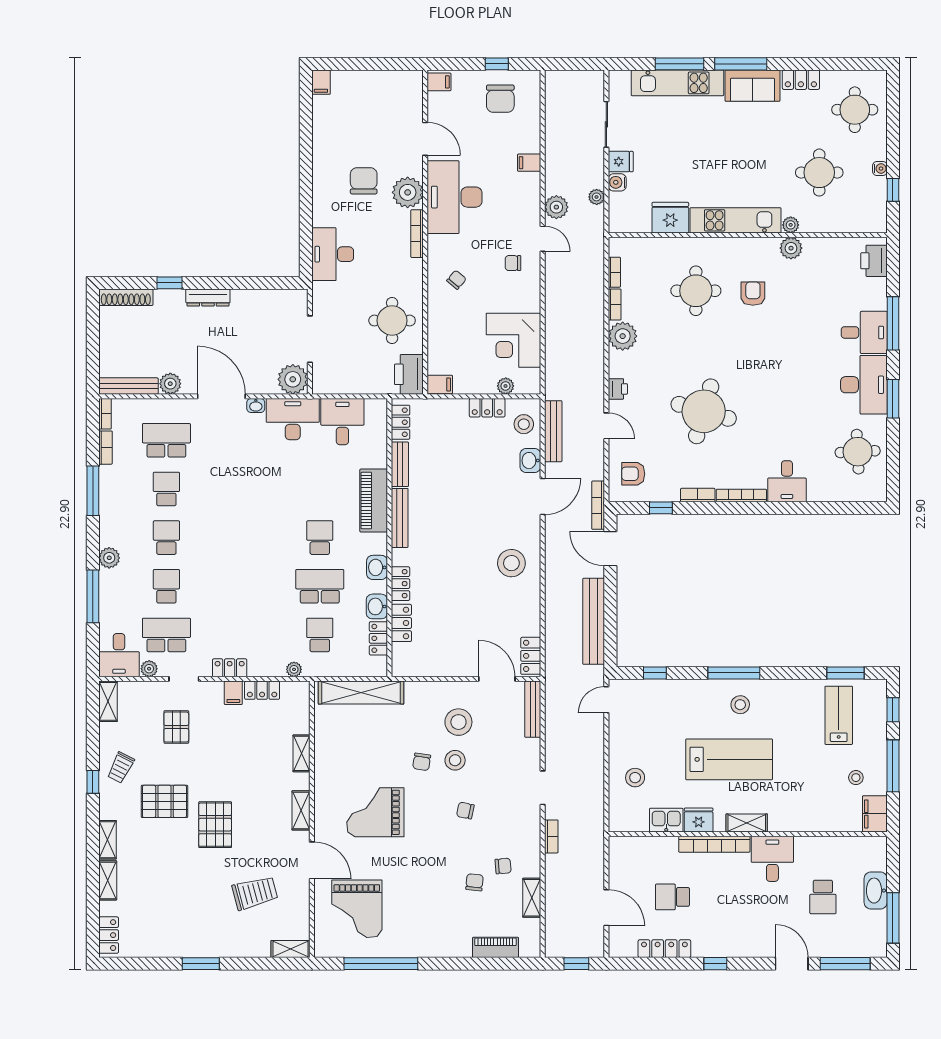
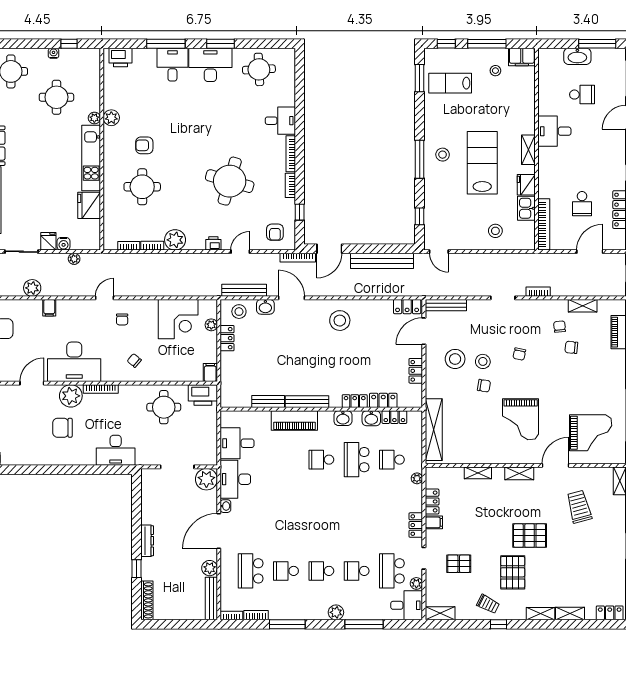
plant: (556, 207) -> (32, 288), moved
locker: (401, 422) -> (416, 371), moved, turned -90
bookcase: (714, 844) -> (544, 224), moved

